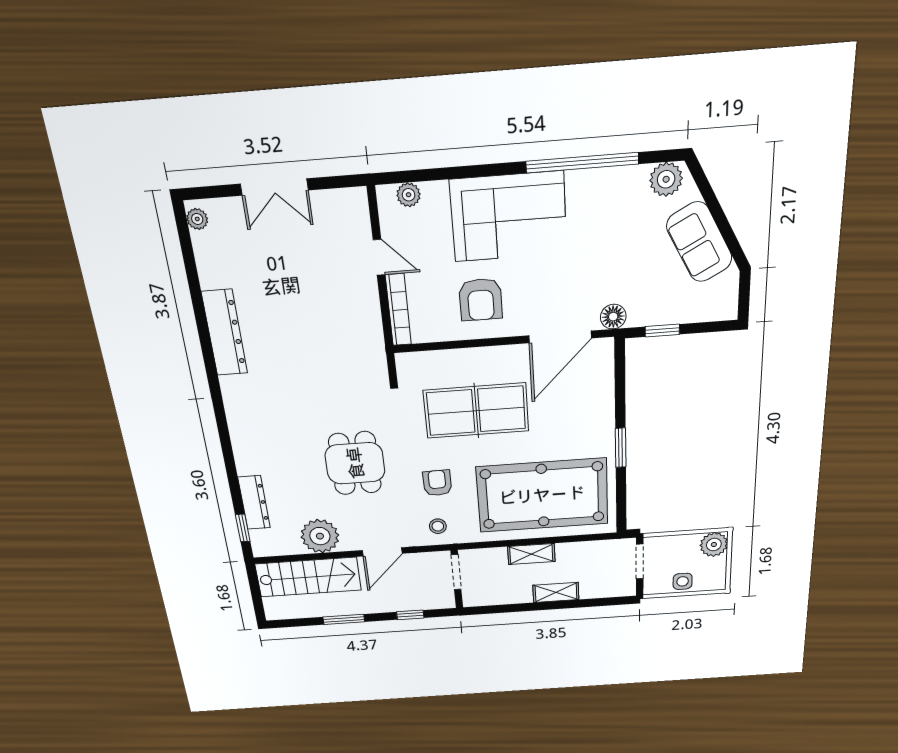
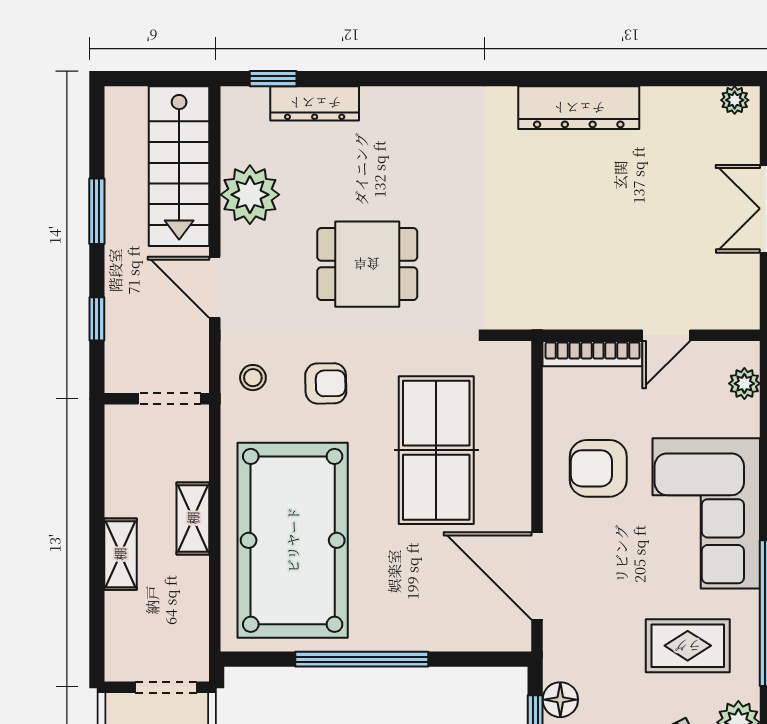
rug: (608, 223) -> (688, 646), added
floor lamp: (613, 317) -> (560, 700), moved
window: (621, 448) -> (362, 659), width x2.11

